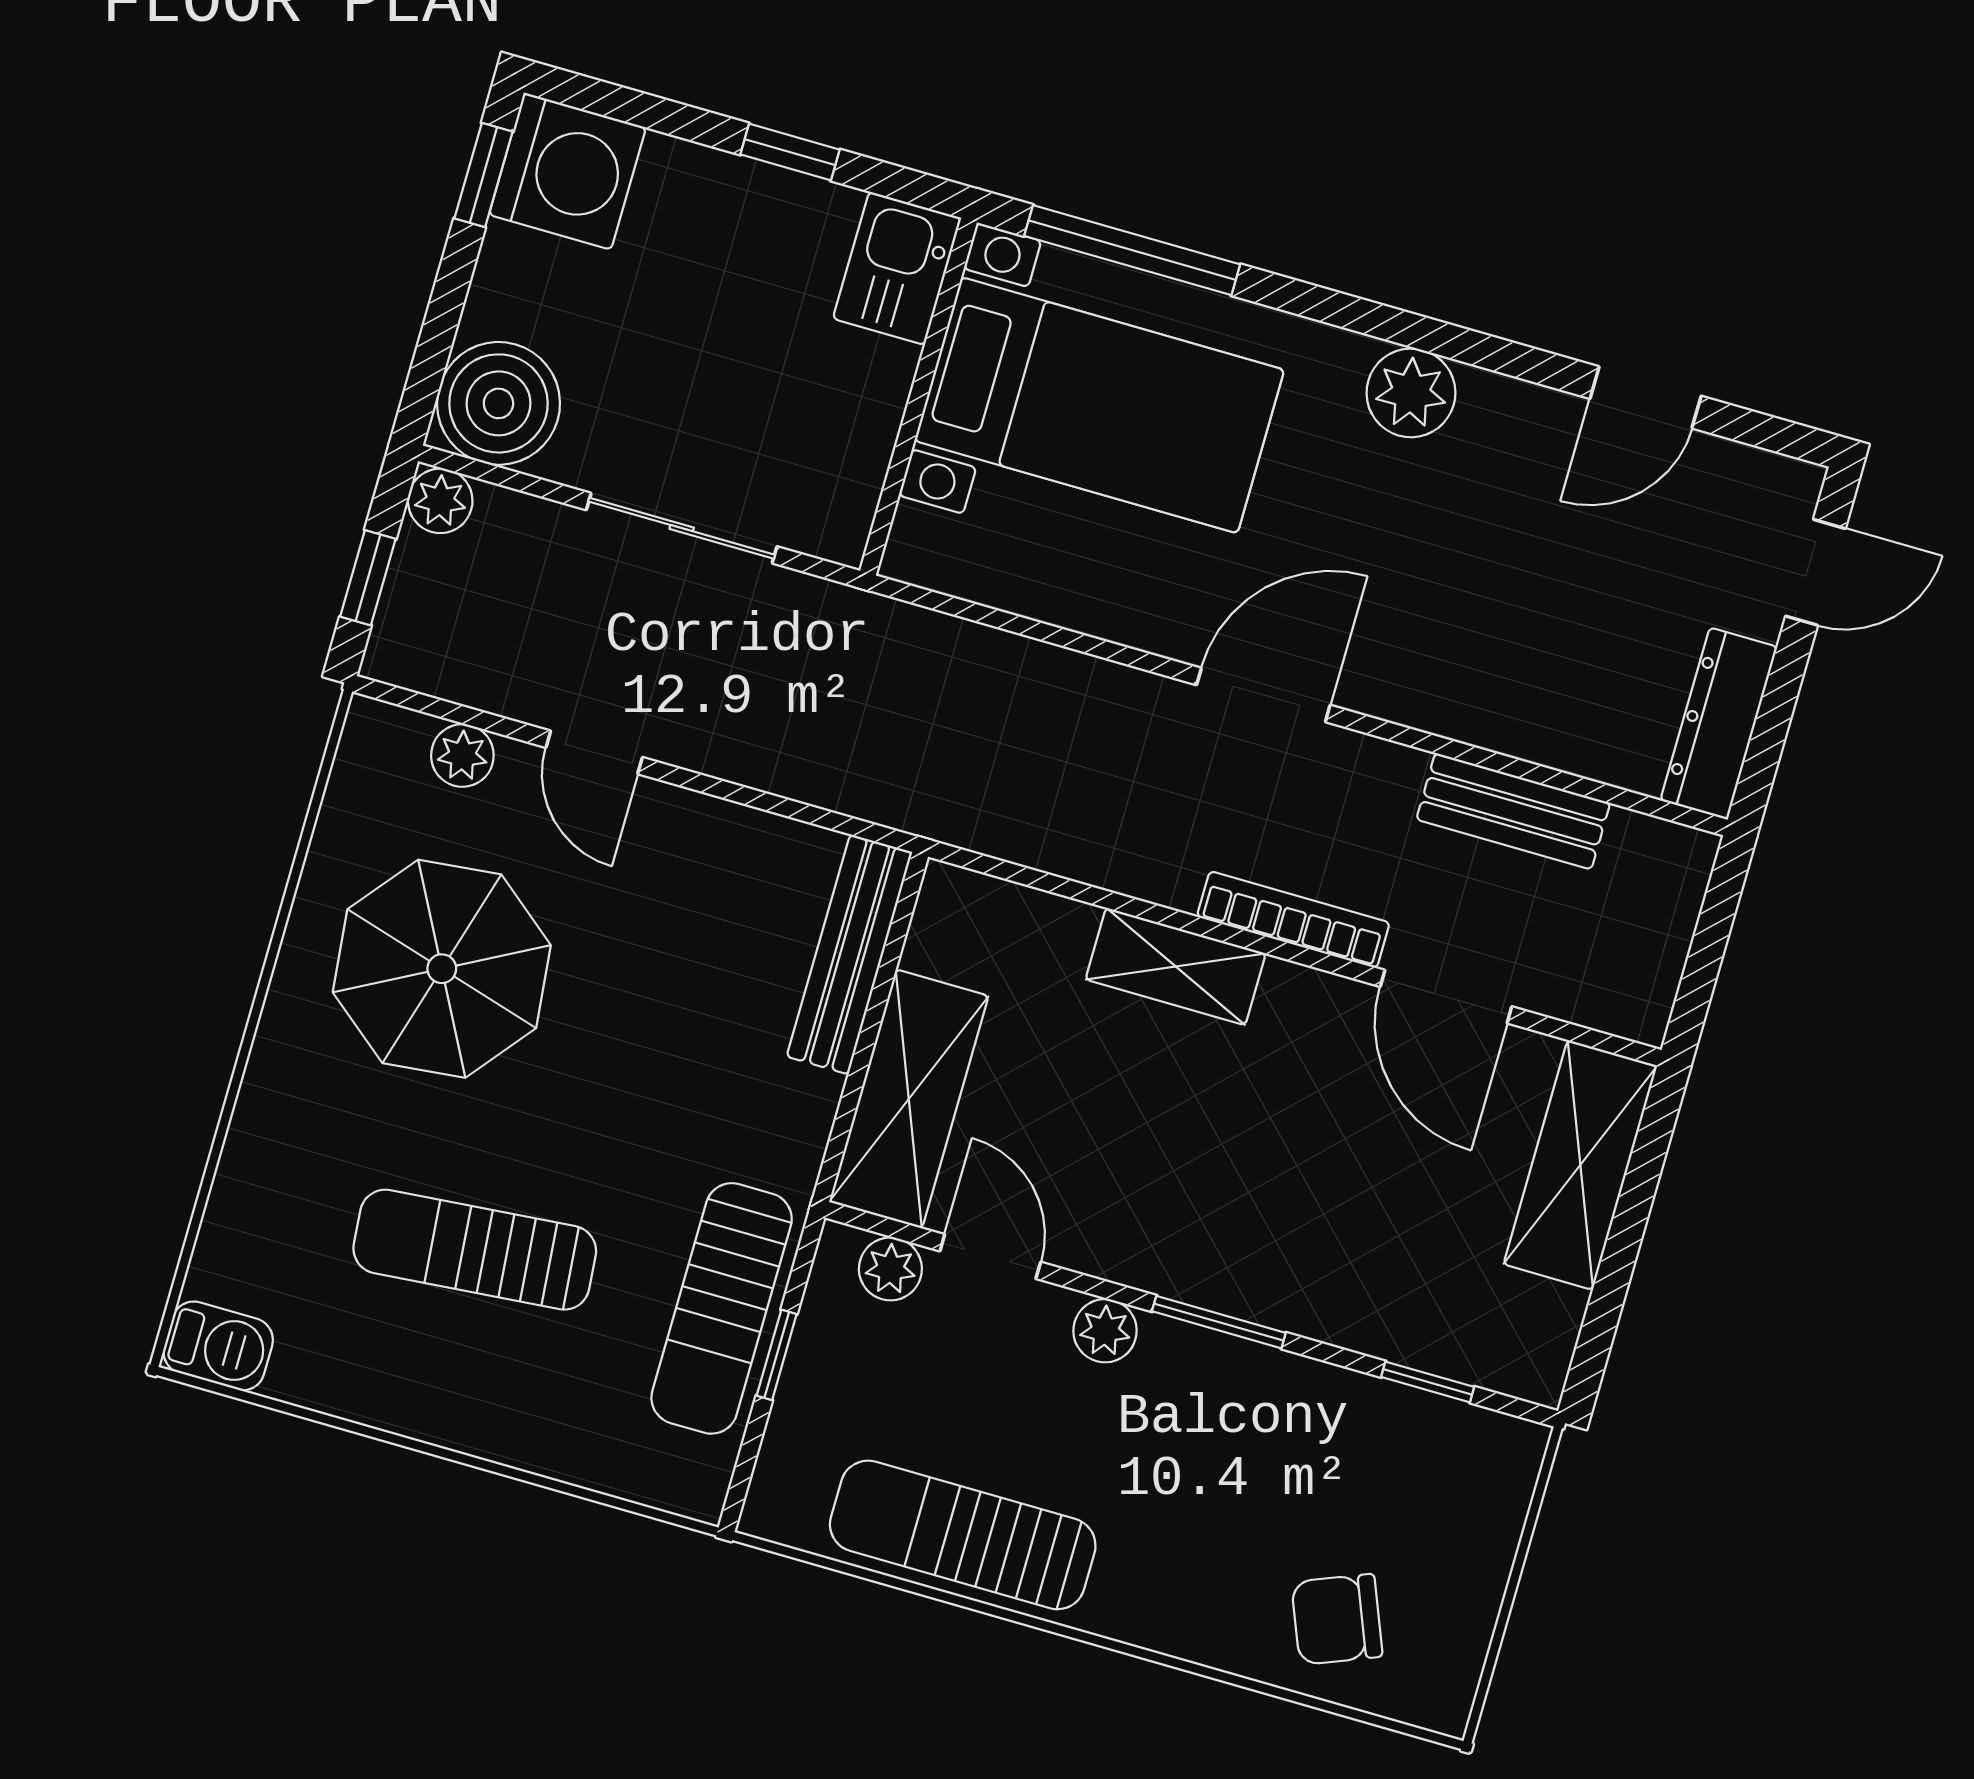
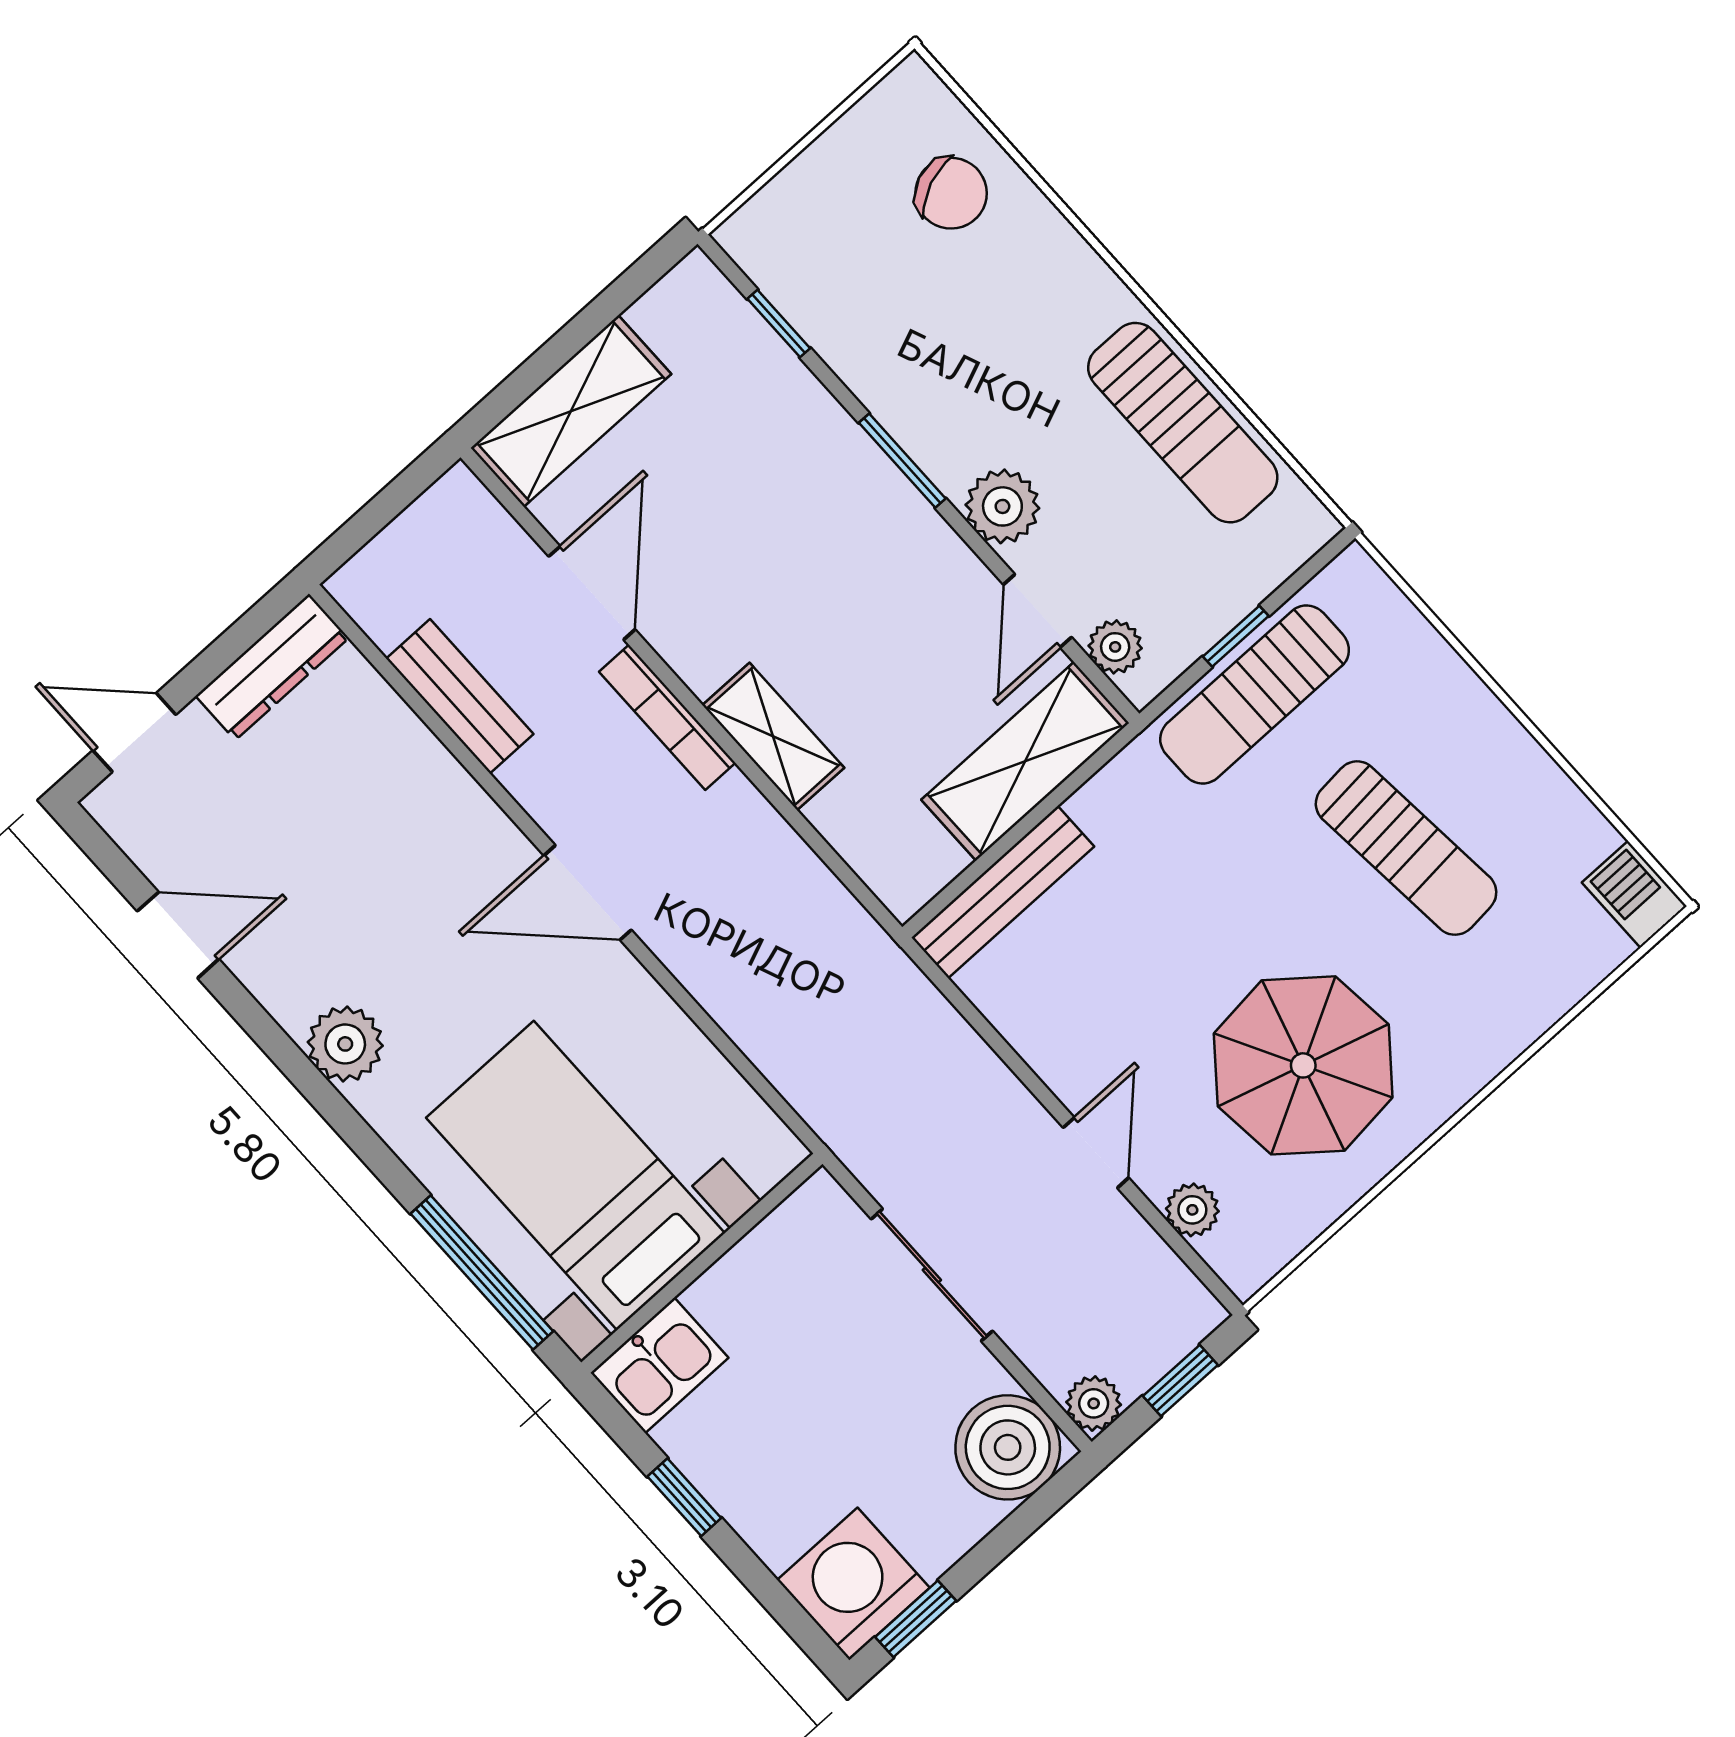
sun lounger: (722, 1308) -> (1255, 695), turned 180
plant: (1105, 1331) -> (1002, 506), width x1.38, depth x1.38

